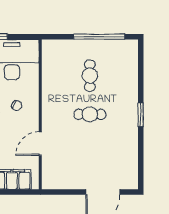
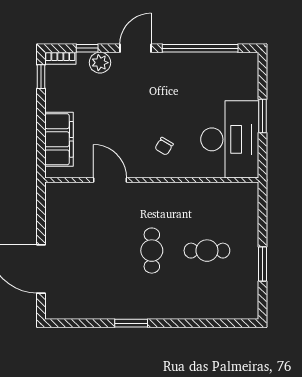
window: (99, 37) -> (263, 264), width x0.47
window: (141, 115) -> (131, 323), moved

